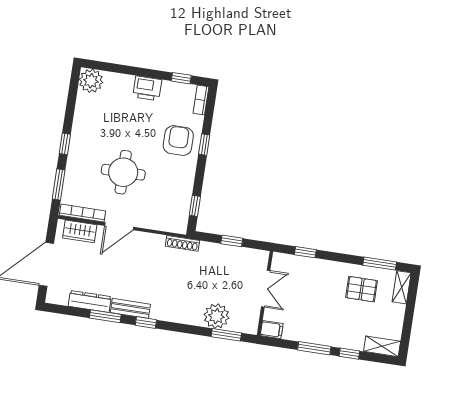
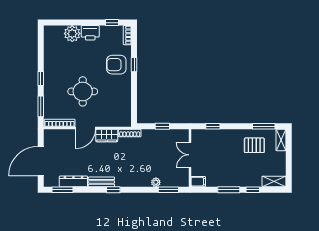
plant: (91, 81) -> (72, 34), moved
armchair: (178, 141) -> (116, 65), turned -90
window: (195, 206) -> (134, 107), removed
wardrobe: (80, 231) -> (107, 136), moved
double door: (266, 289) -> (190, 155), swing flipped
window: (105, 316) -> (62, 190), moved
plant: (216, 316) -> (156, 182), width x0.53, depth x0.53

